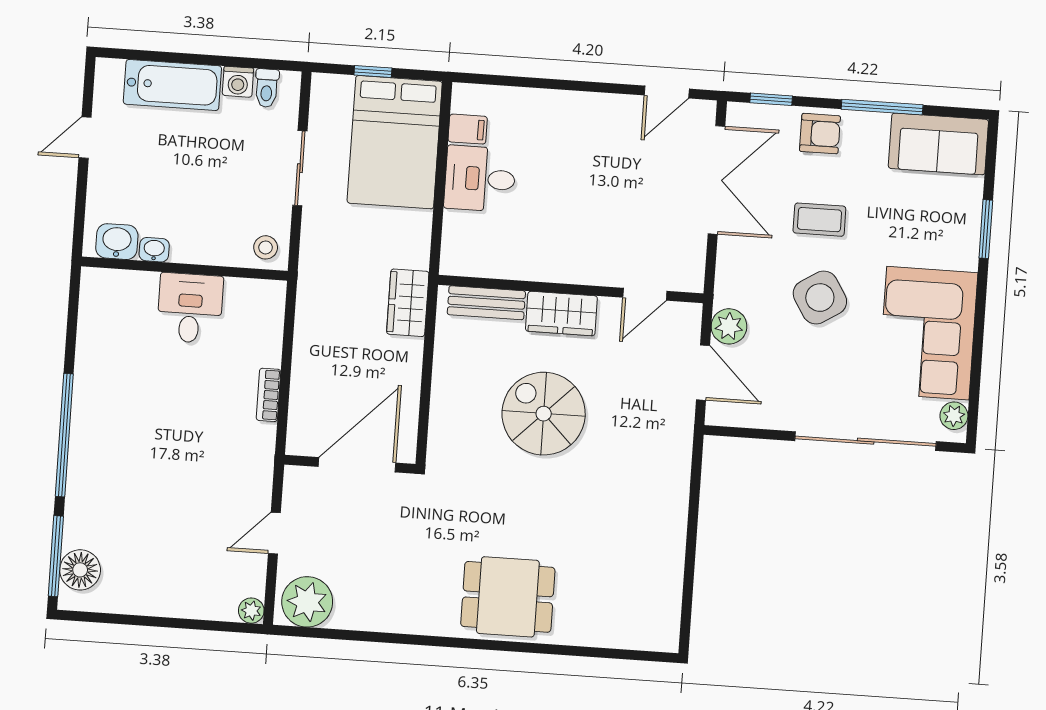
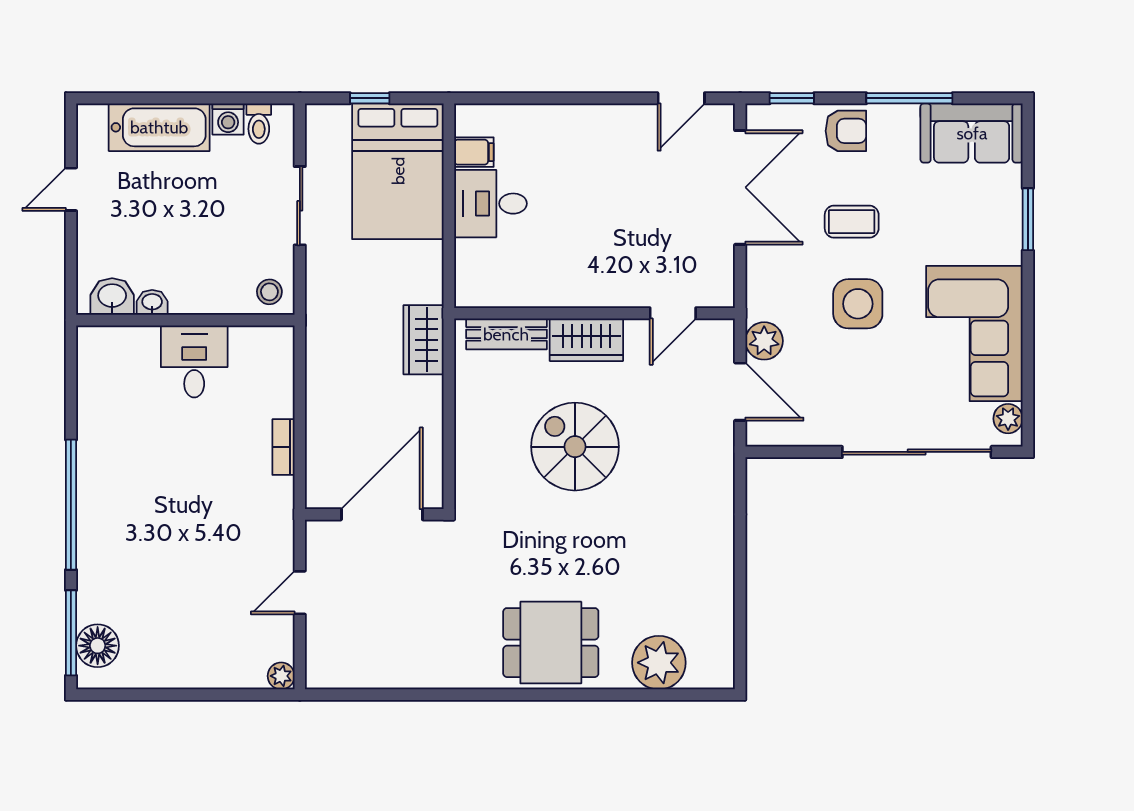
side table: (820, 298) -> (858, 304), turned 32
plant: (307, 602) -> (659, 663), moved

